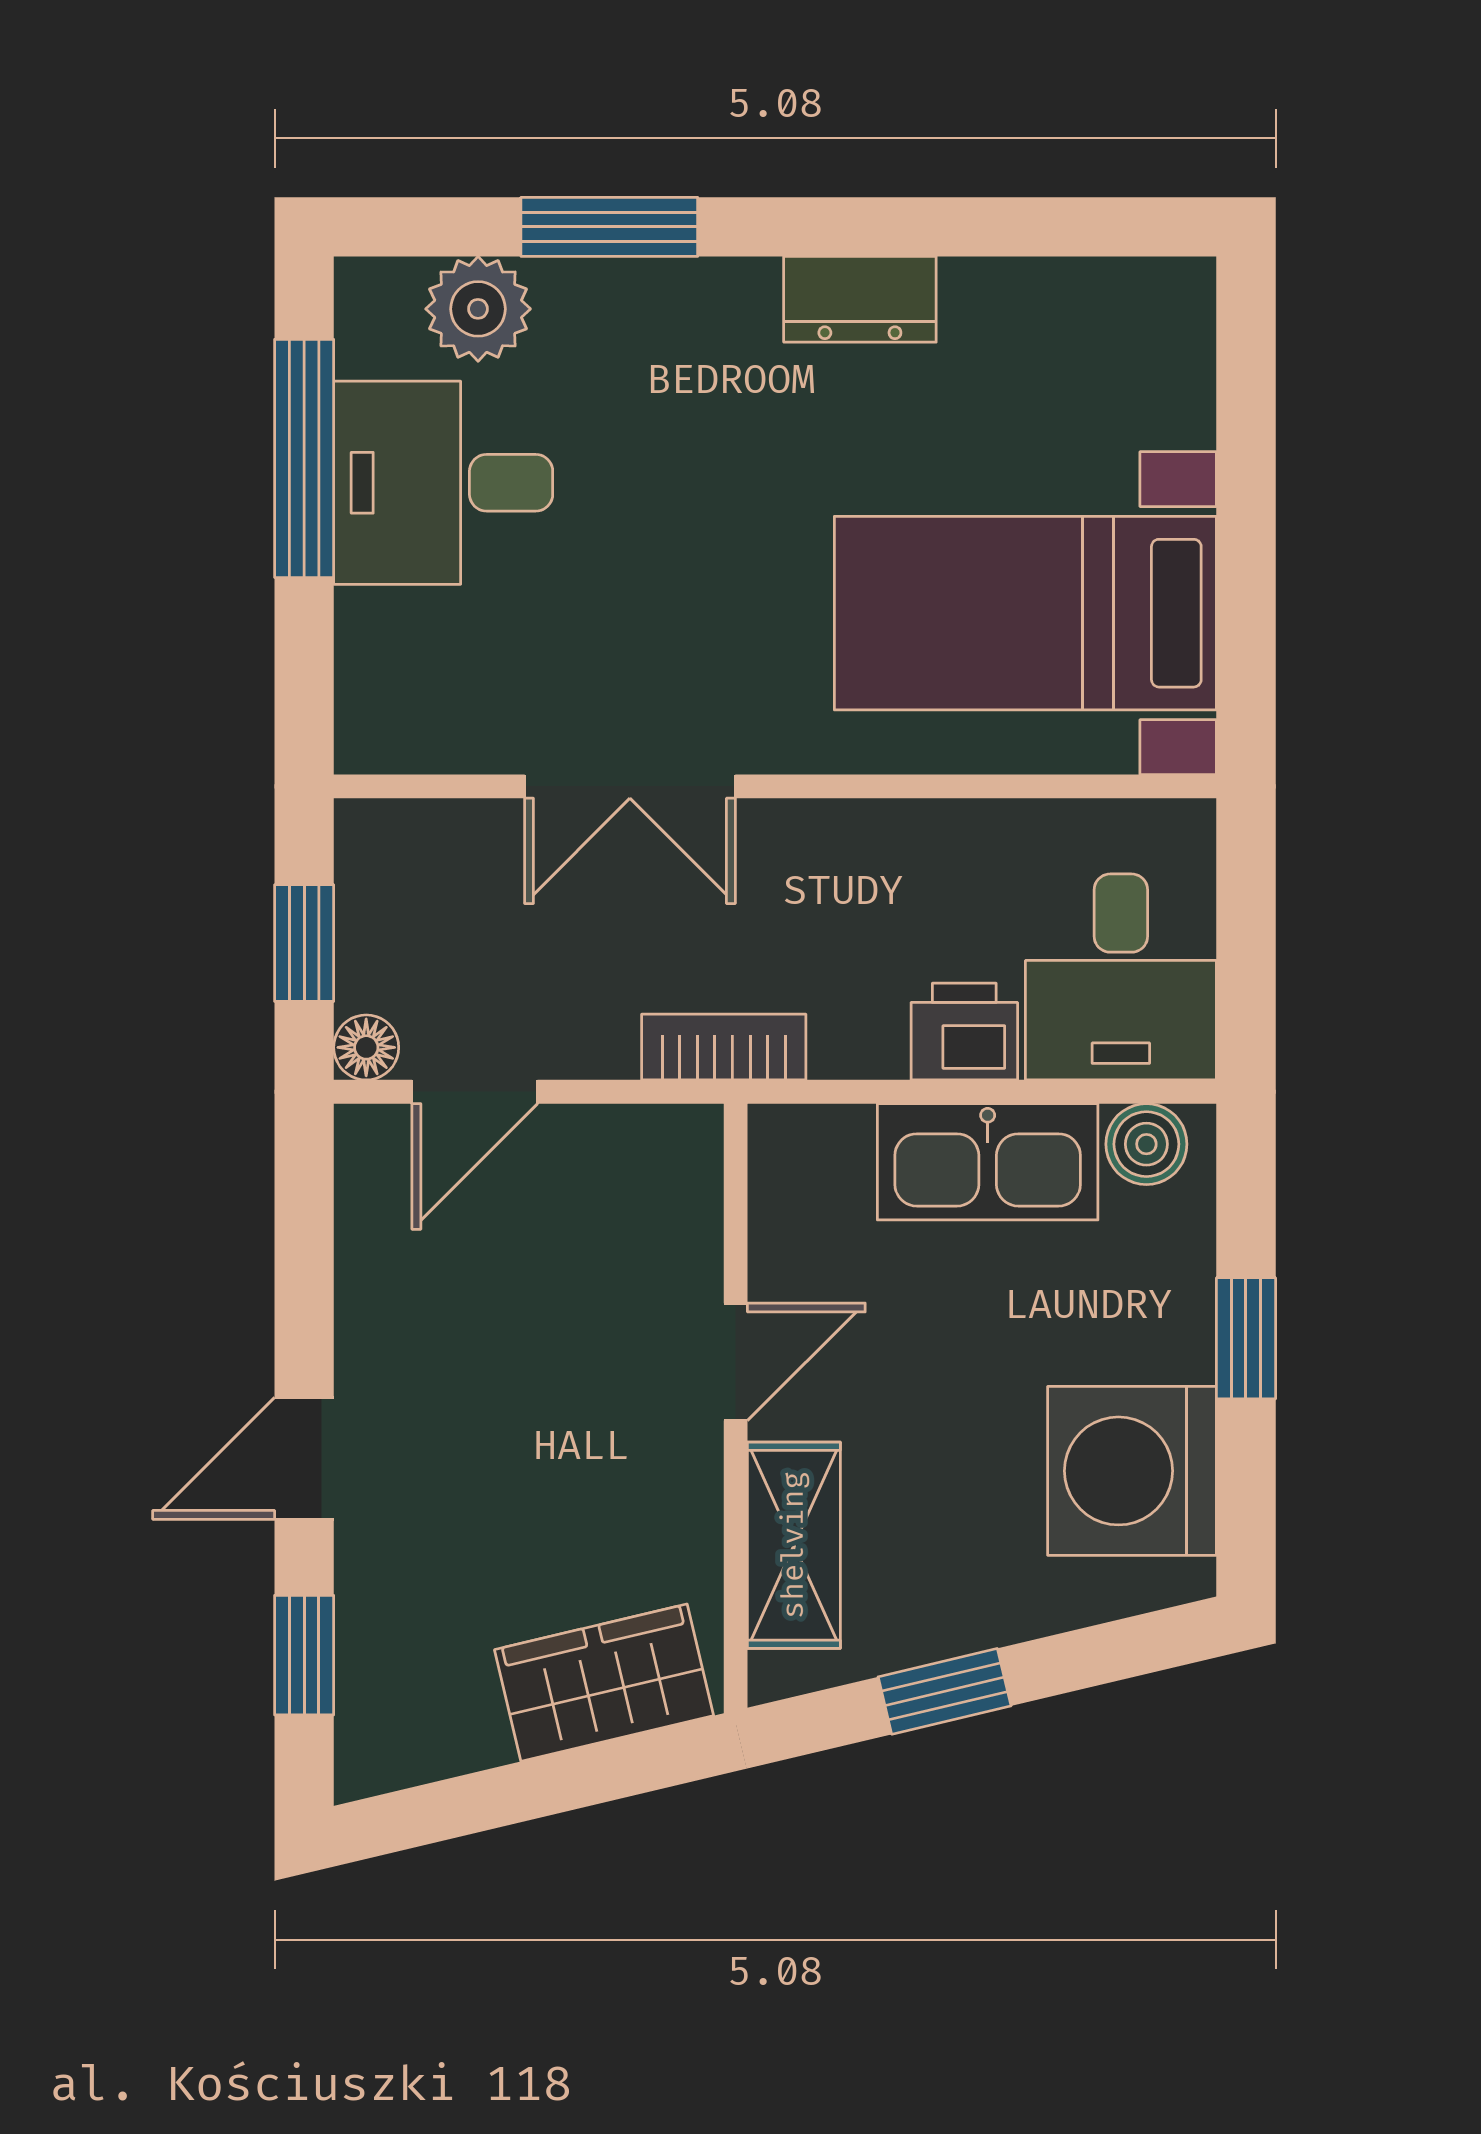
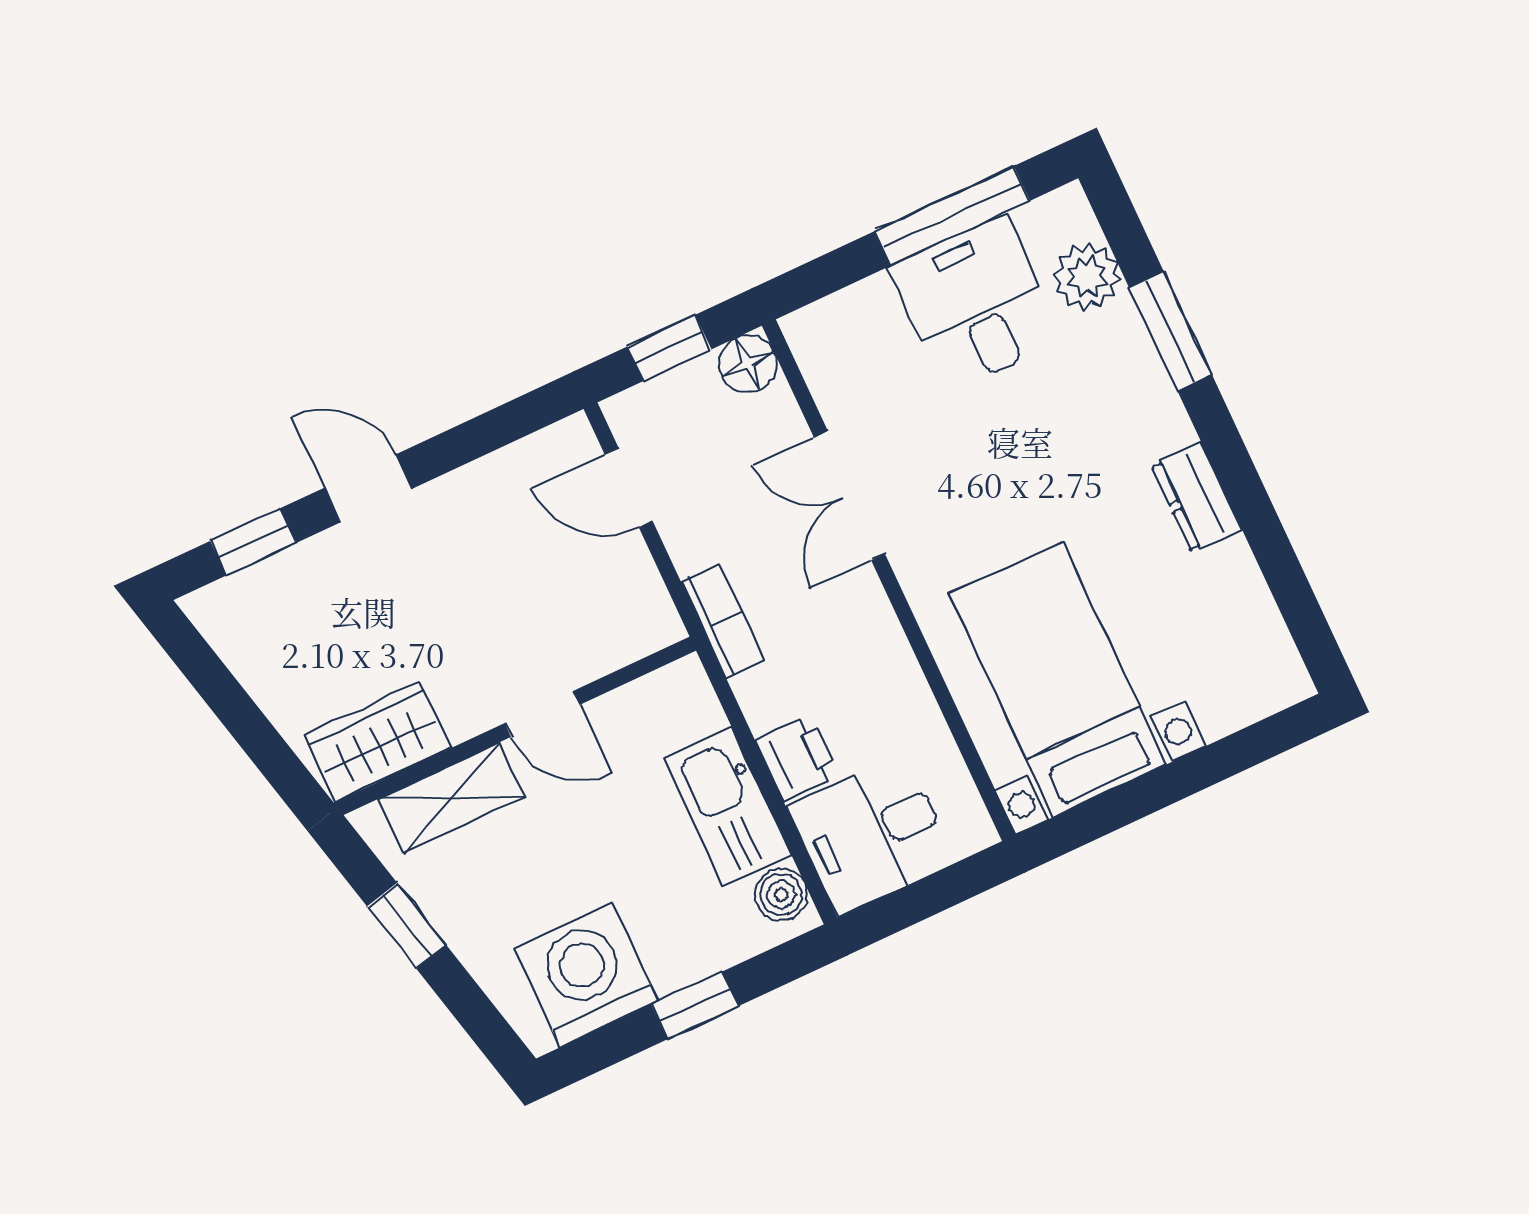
floor lamp: (366, 1047) -> (748, 364), moved, width x1.37, depth x1.37
wardrobe: (604, 1683) -> (377, 741), moved, turned -77

